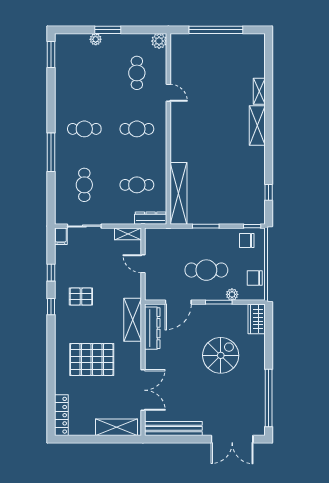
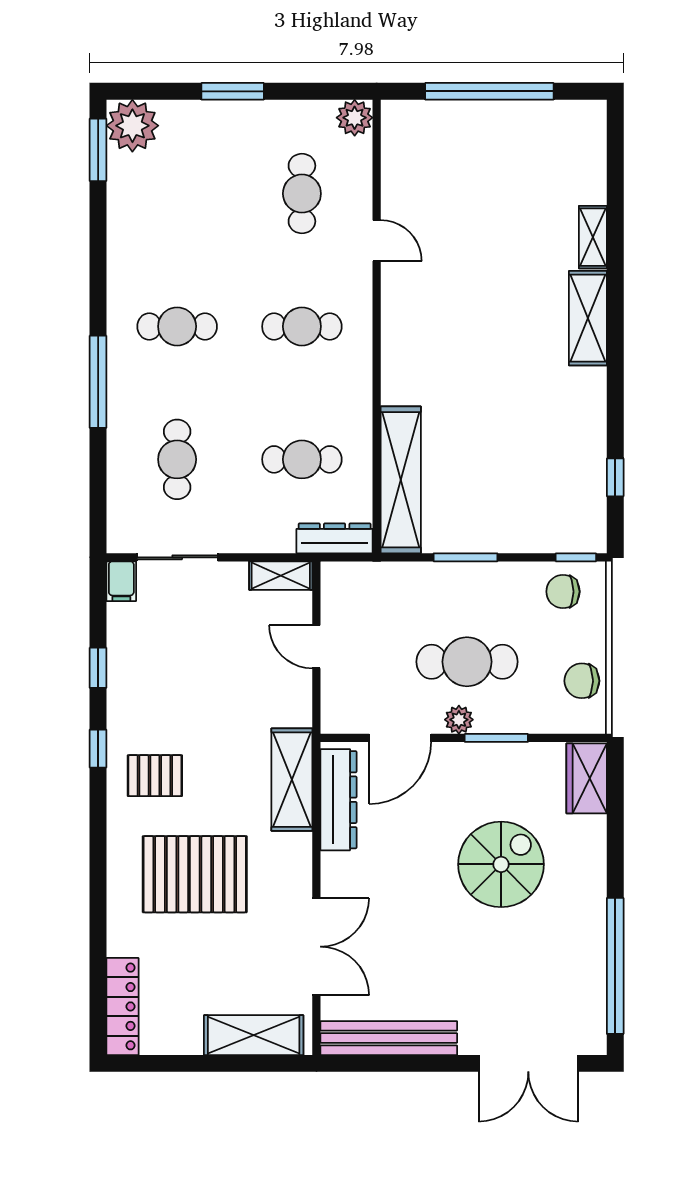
plant: (96, 39) -> (132, 126), moved, width x1.88, depth x1.88
plant: (232, 294) -> (459, 720), moved
pallet: (81, 297) -> (155, 776), moved

